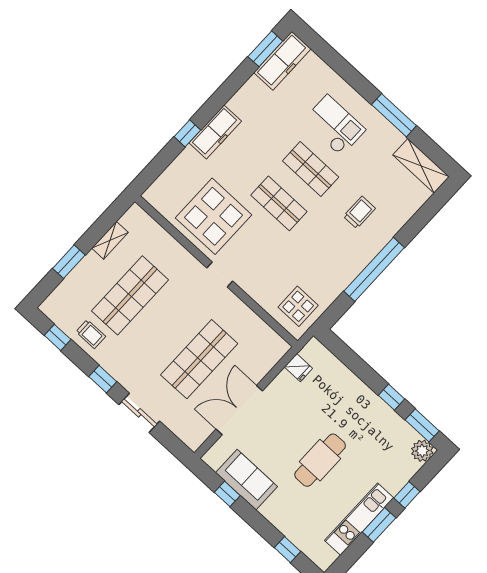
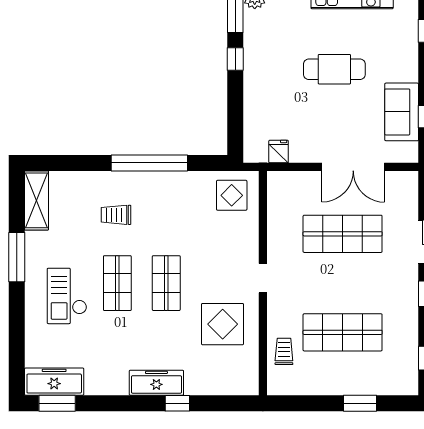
display table: (214, 216) -> (223, 324), width x0.73, depth x0.73
shelving: (110, 240) -> (314, 387), removed
trolley: (91, 334) -> (284, 351), moved

